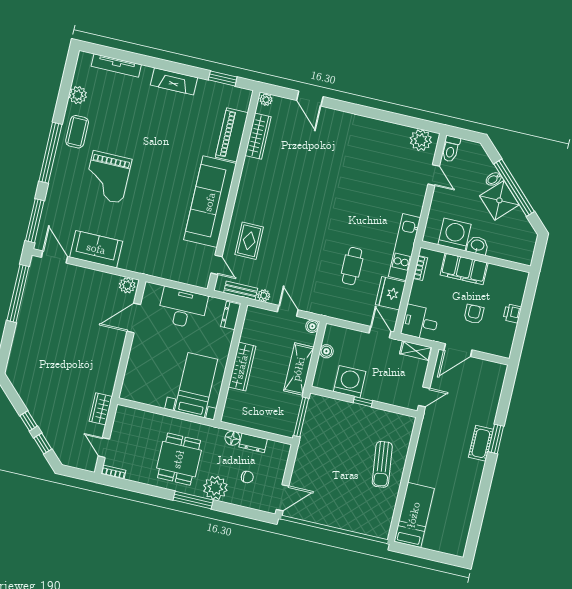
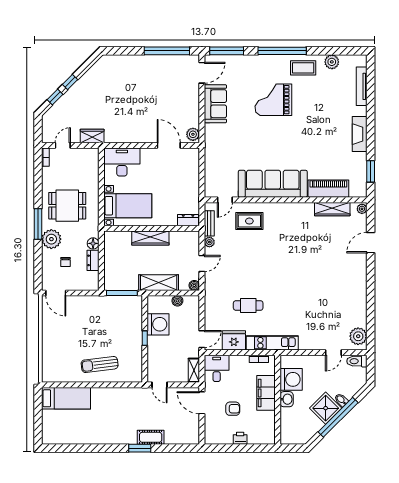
desk: (183, 308) -> (122, 162), moved, turned -90
cot: (481, 443) -> (151, 437), moved

